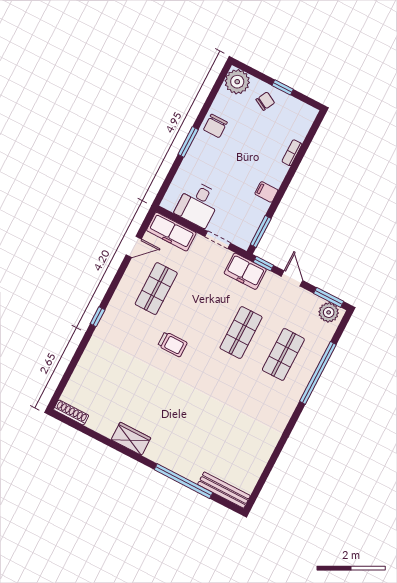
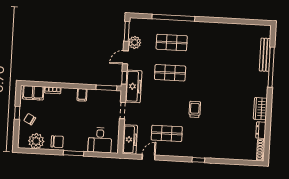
plant: (237, 82) -> (36, 141), moved
filing cabinet: (301, 123) -> (33, 93), added
desk: (198, 204) -> (100, 140), moved, turned 90
door: (134, 247) -> (149, 157), hinge flipped
freezer: (245, 271) -> (133, 86), width x1.40
plant: (329, 312) -> (135, 42), moved
dresser: (100, 426) -> (261, 130), added
bench: (224, 490) -> (265, 55), moved

